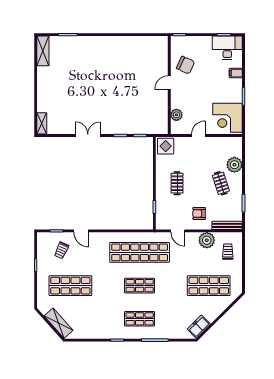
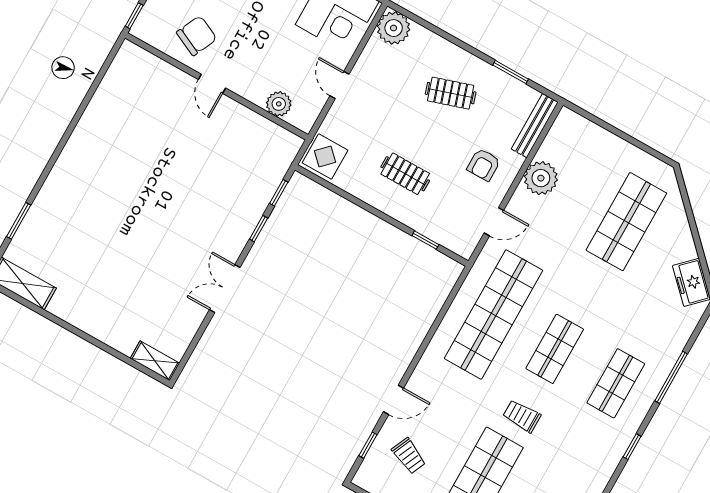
plant: (234, 165) -> (394, 28), moved
trolley: (228, 252) -> (522, 416), moved

